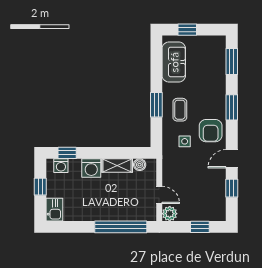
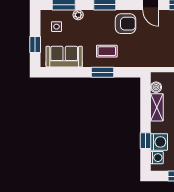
plant: (220, 78) -> (78, 15), added
side table: (185, 141) -> (56, 27), moved
window: (67, 153) -> (145, 141), moved
washing machine: (91, 168) -> (159, 142), moved

